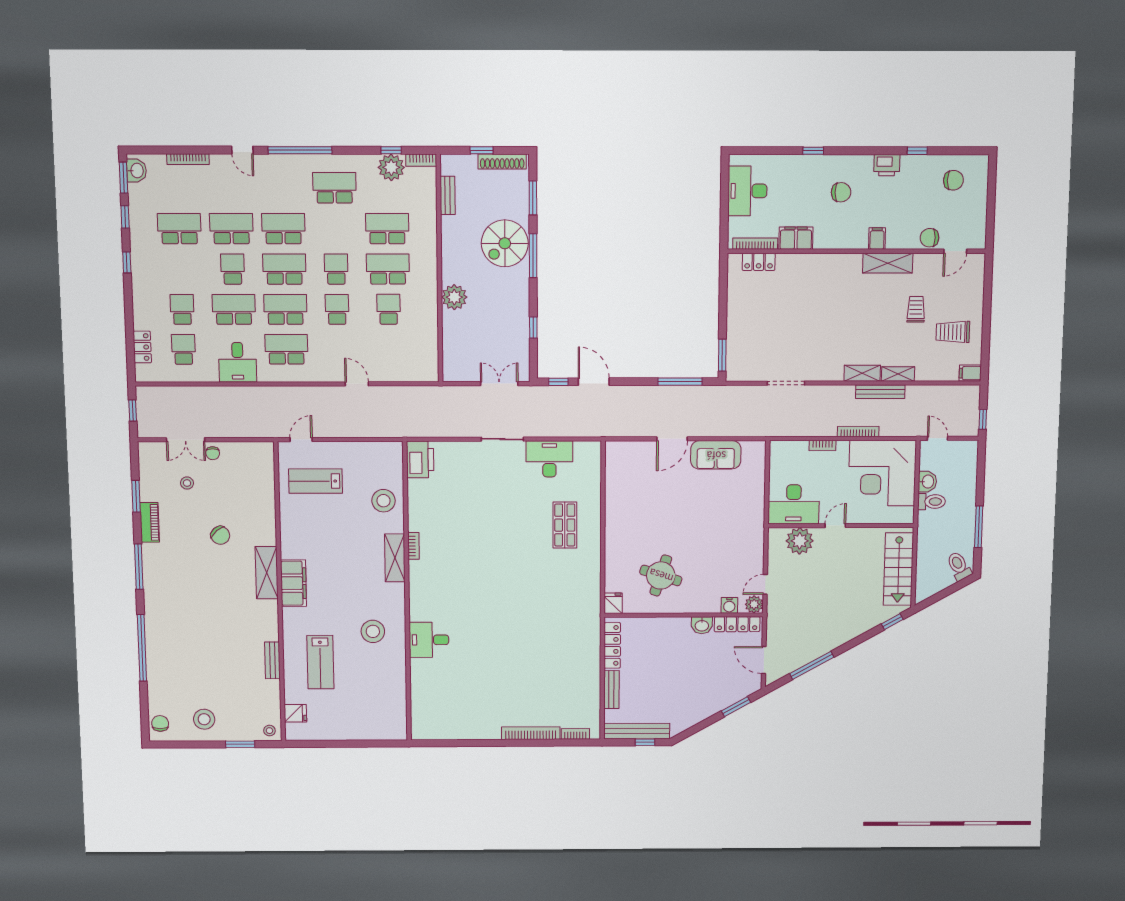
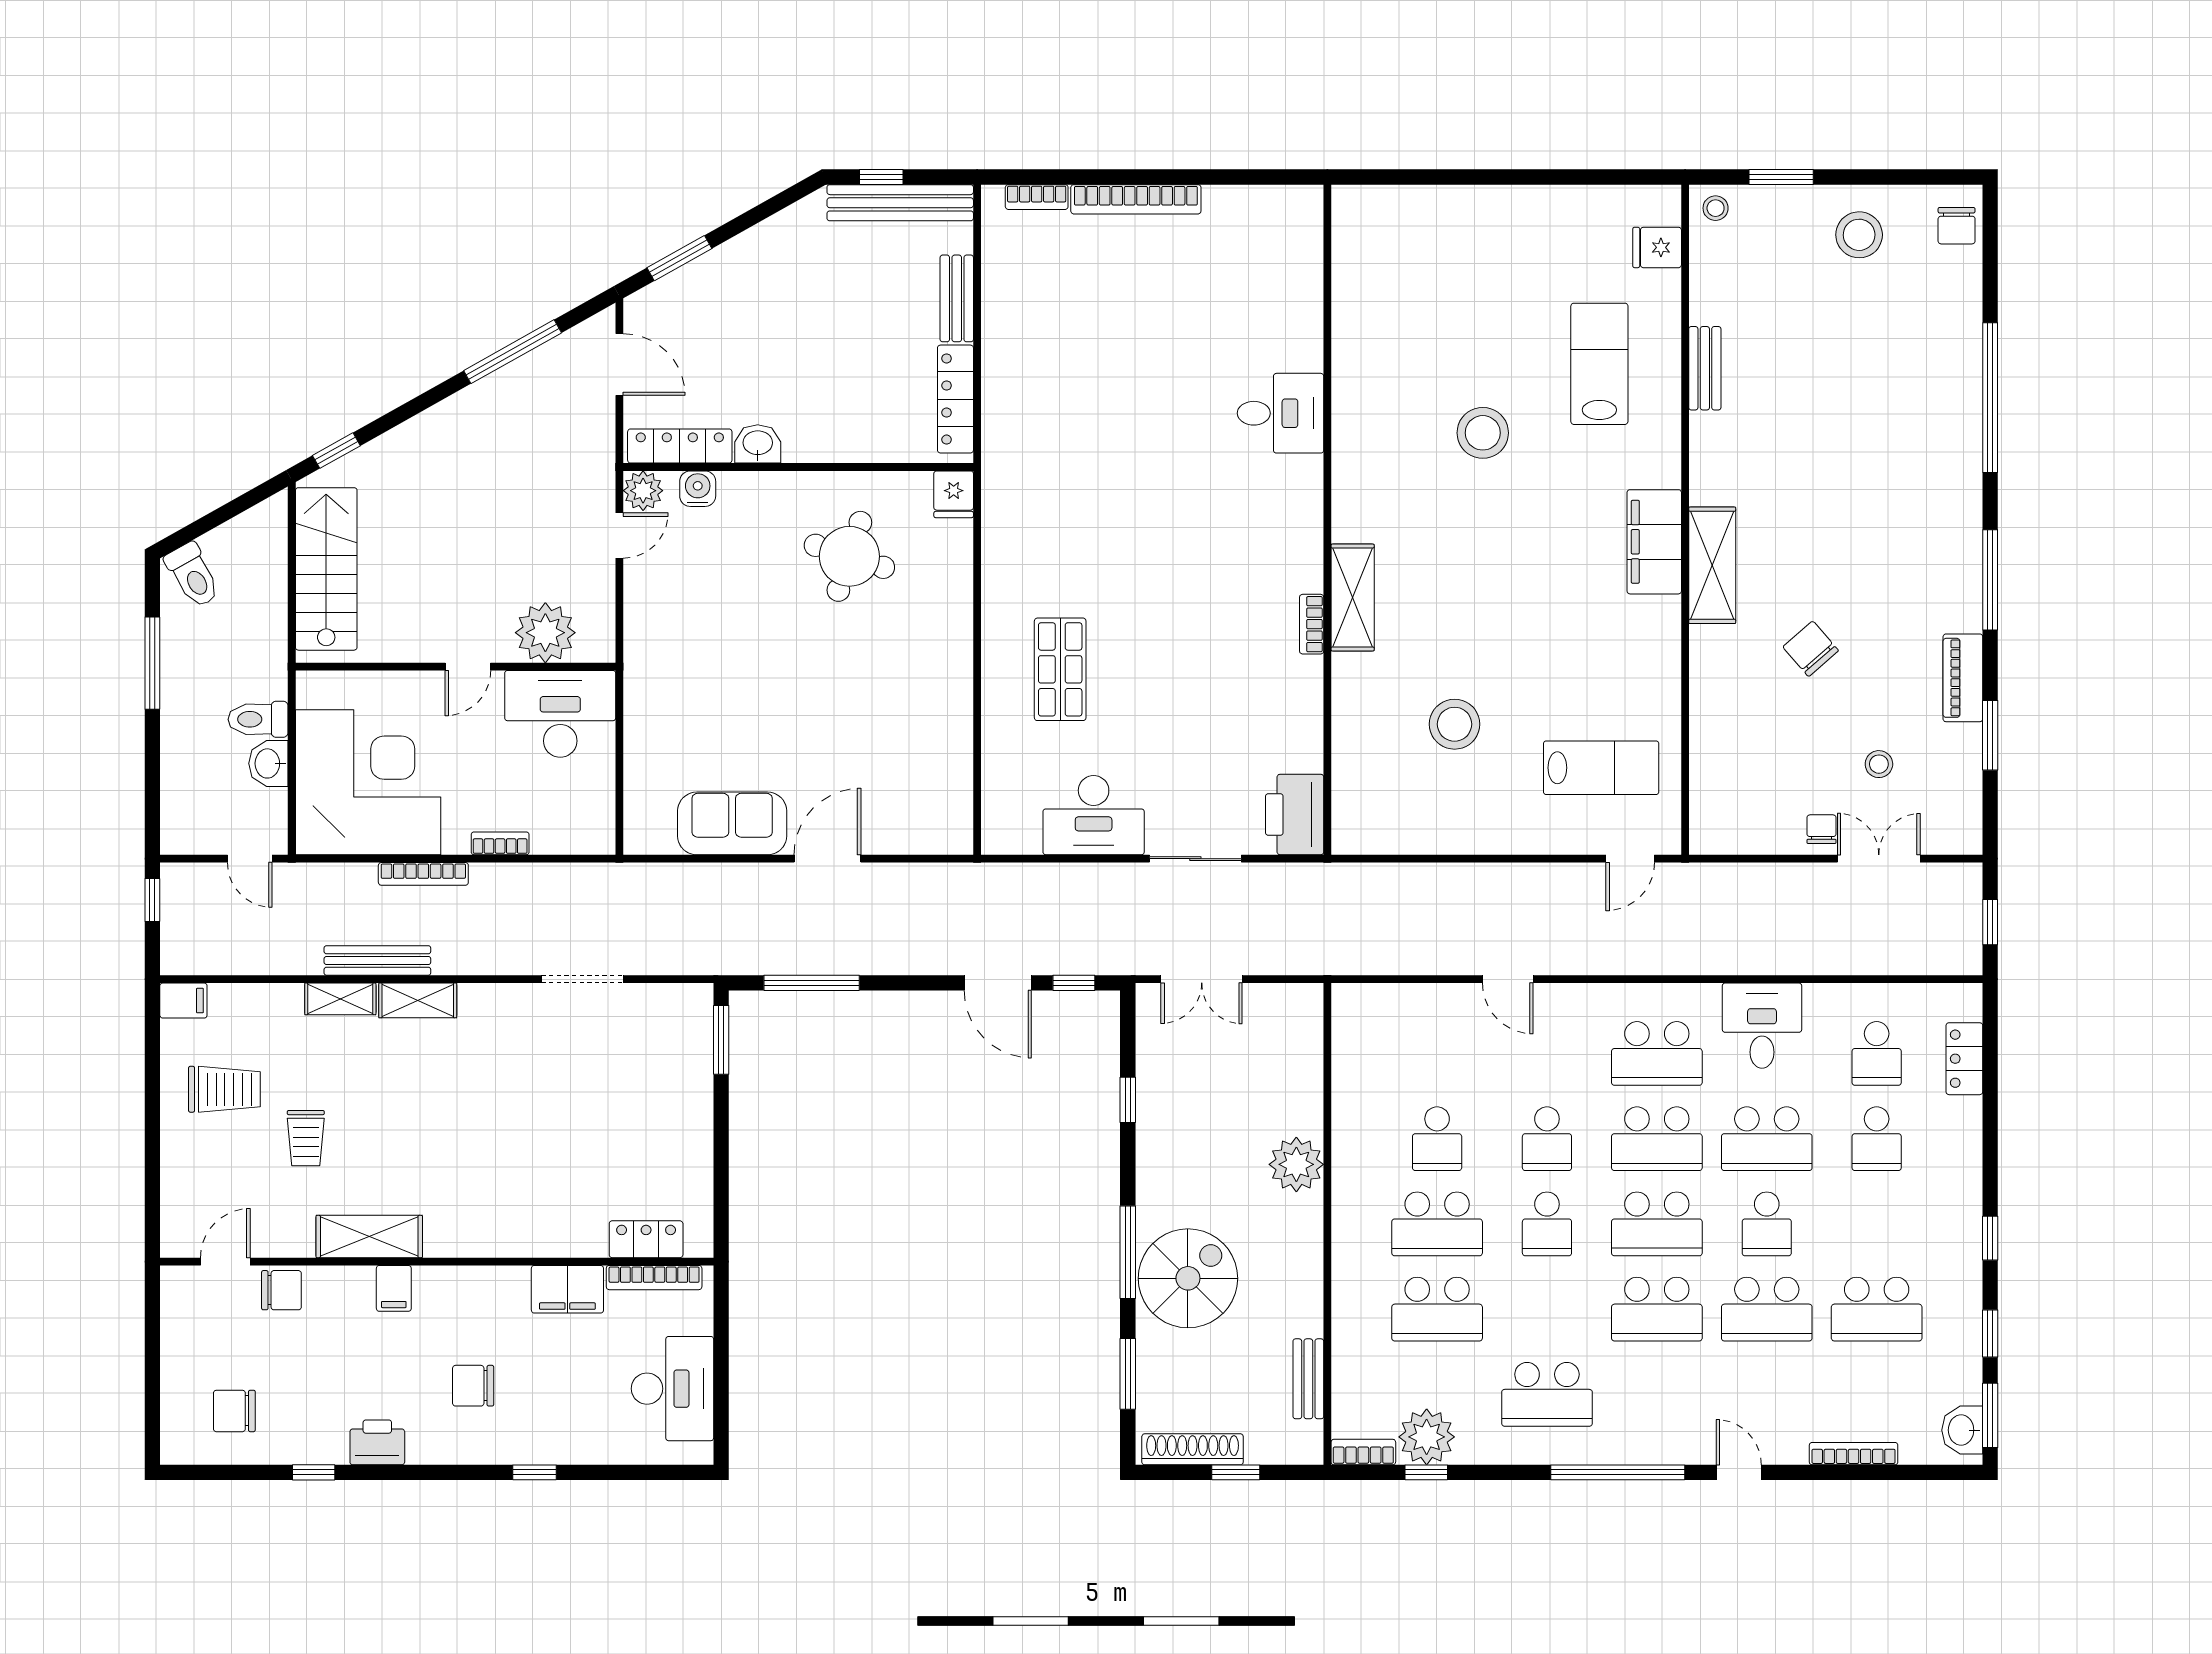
printer: (420, 459) -> (1295, 815), moved
bookcase: (414, 546) -> (1312, 624), moved
shelving: (395, 558) -> (1353, 598), moved
wall: (407, 593) -> (1327, 520), moved
desk: (429, 640) -> (1280, 413), moved

